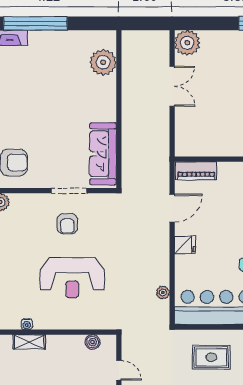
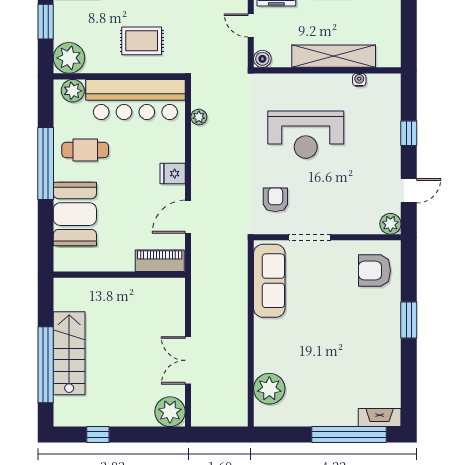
armchair: (67, 224) -> (275, 200), moved
reception desk: (72, 278) -> (306, 135), turned 180
shelving: (29, 342) -> (334, 56), width x2.20, depth x1.33
boiler: (93, 342) -> (262, 59), moved

